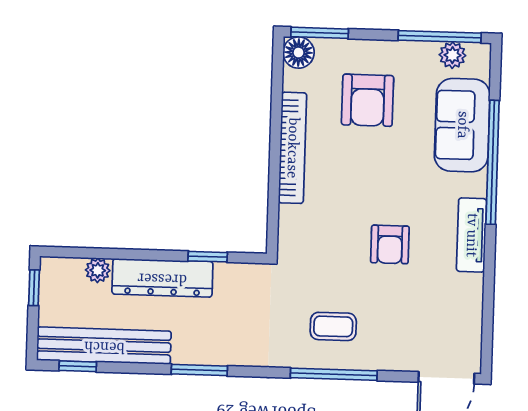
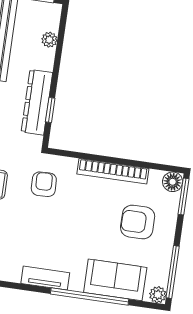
plant: (452, 55) -> (158, 295), moved
armchair: (390, 244) -> (44, 184), moved, turned 88
dresser: (162, 278) -> (37, 102), moved

